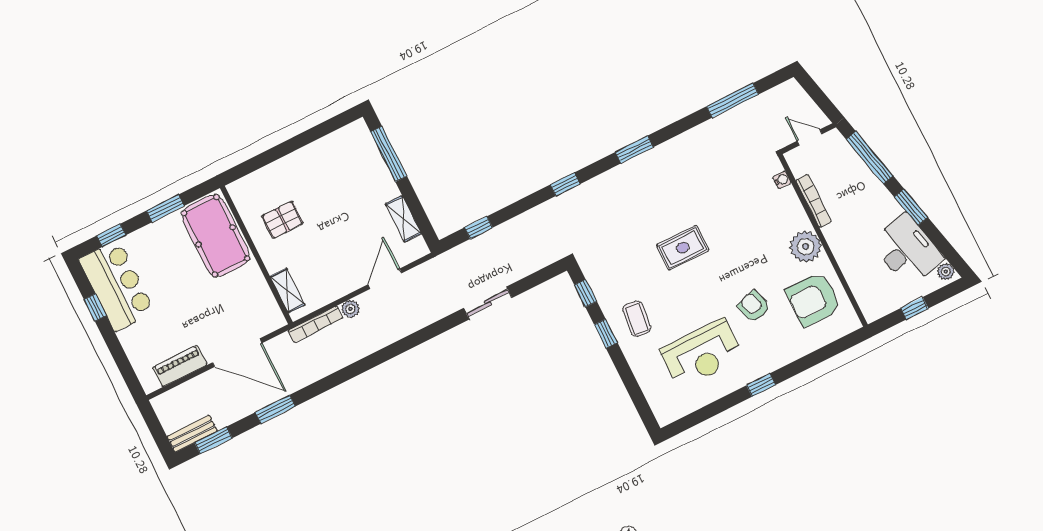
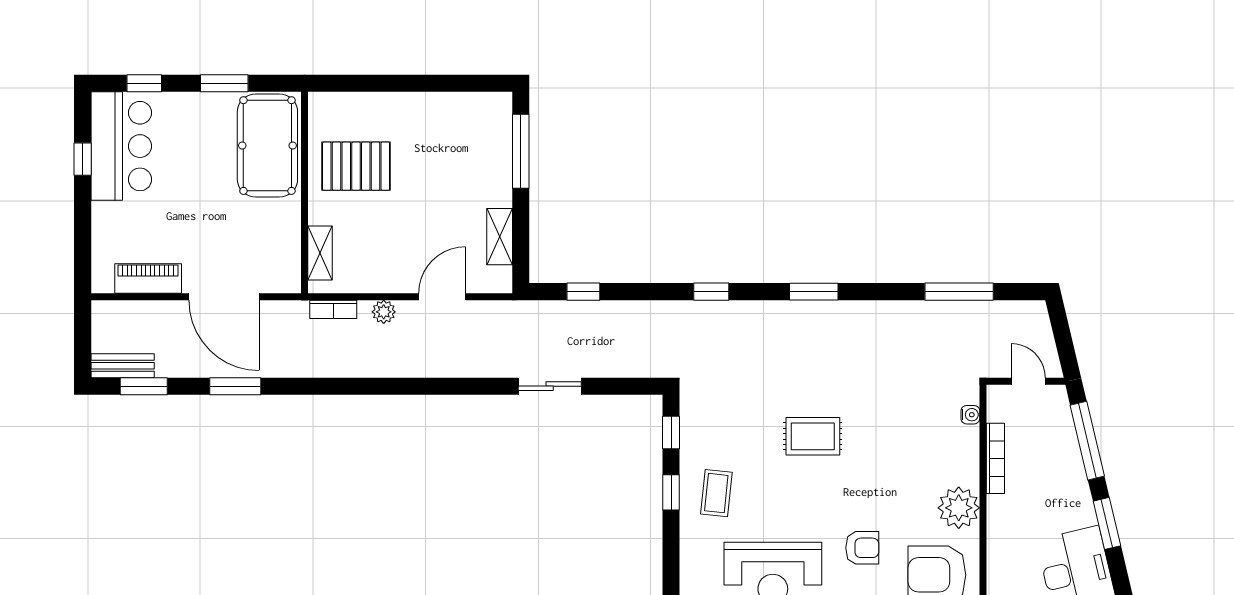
pallet: (282, 220) -> (356, 166), width x1.50, depth x1.42
armchair: (754, 306) -> (862, 548), turned 107
bookcase: (316, 324) -> (333, 309), width x0.64

